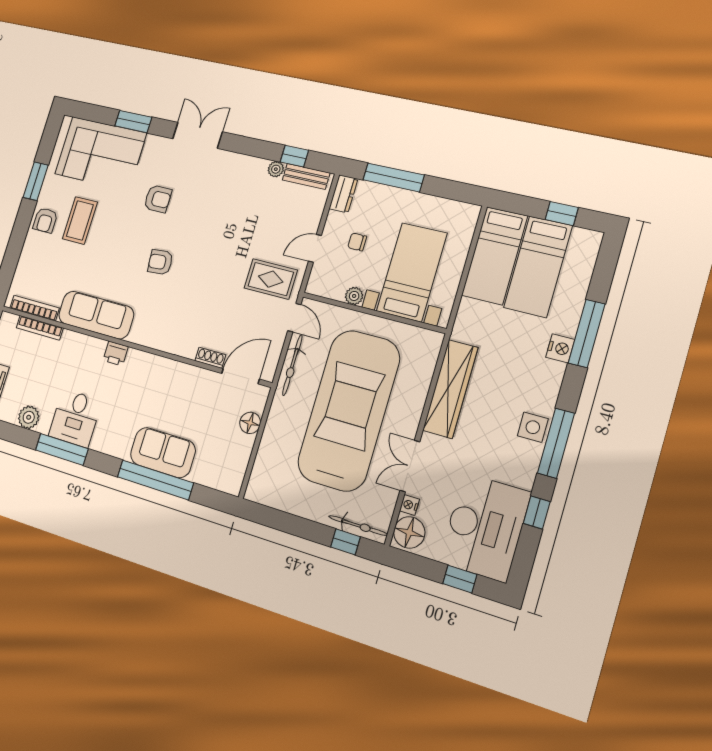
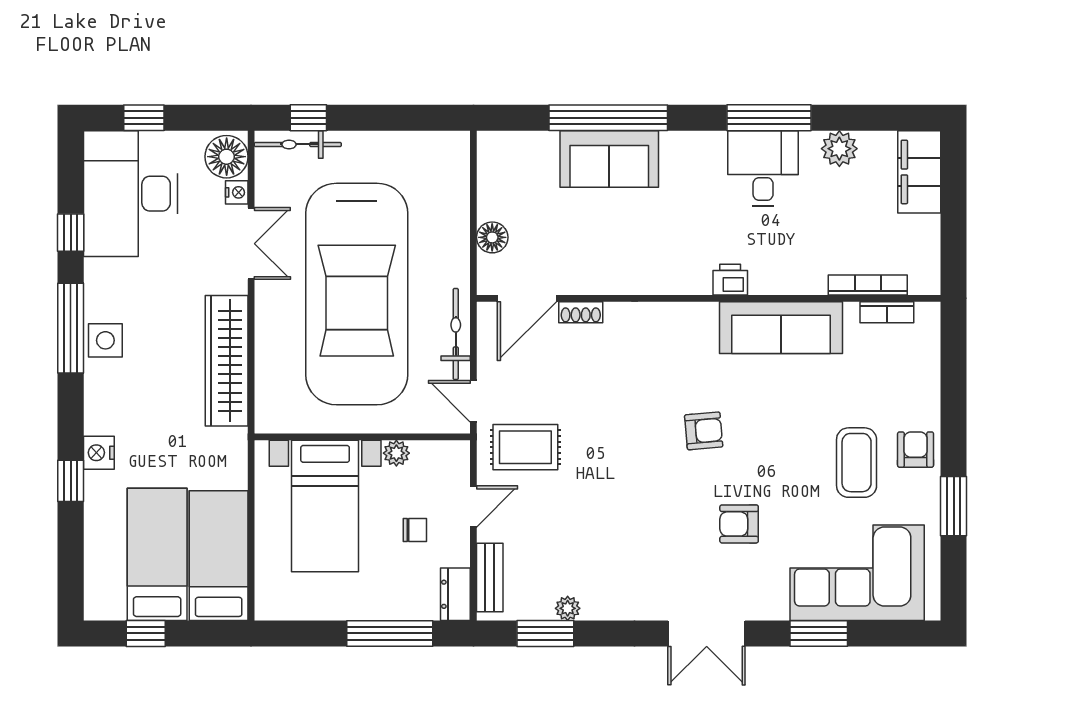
window: (294, 156) -> (545, 633), width x1.50
bench: (306, 176) -> (490, 578), moved, turned 90
bookcase: (34, 308) -> (887, 312), width x0.64
window: (587, 334) -> (71, 481), width x0.46

